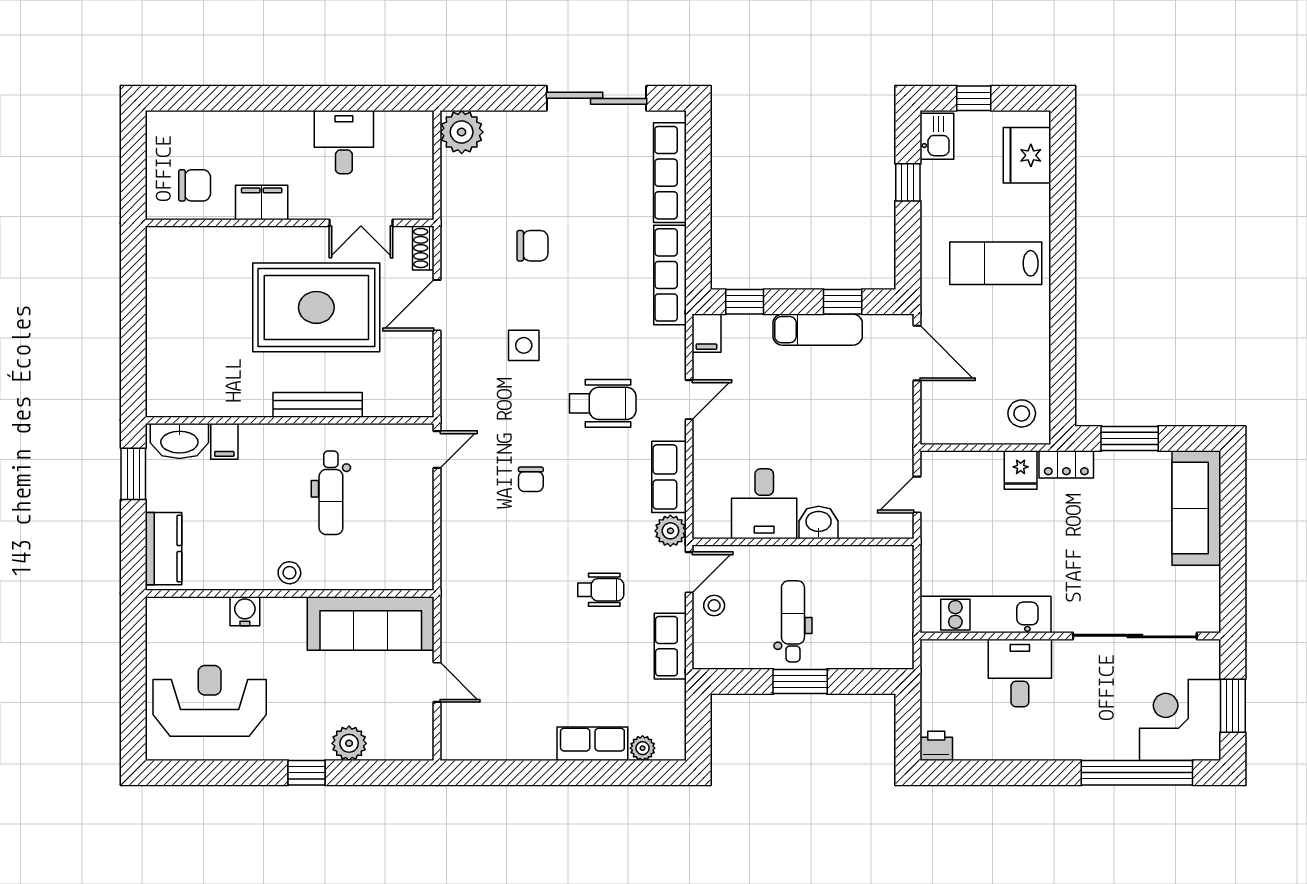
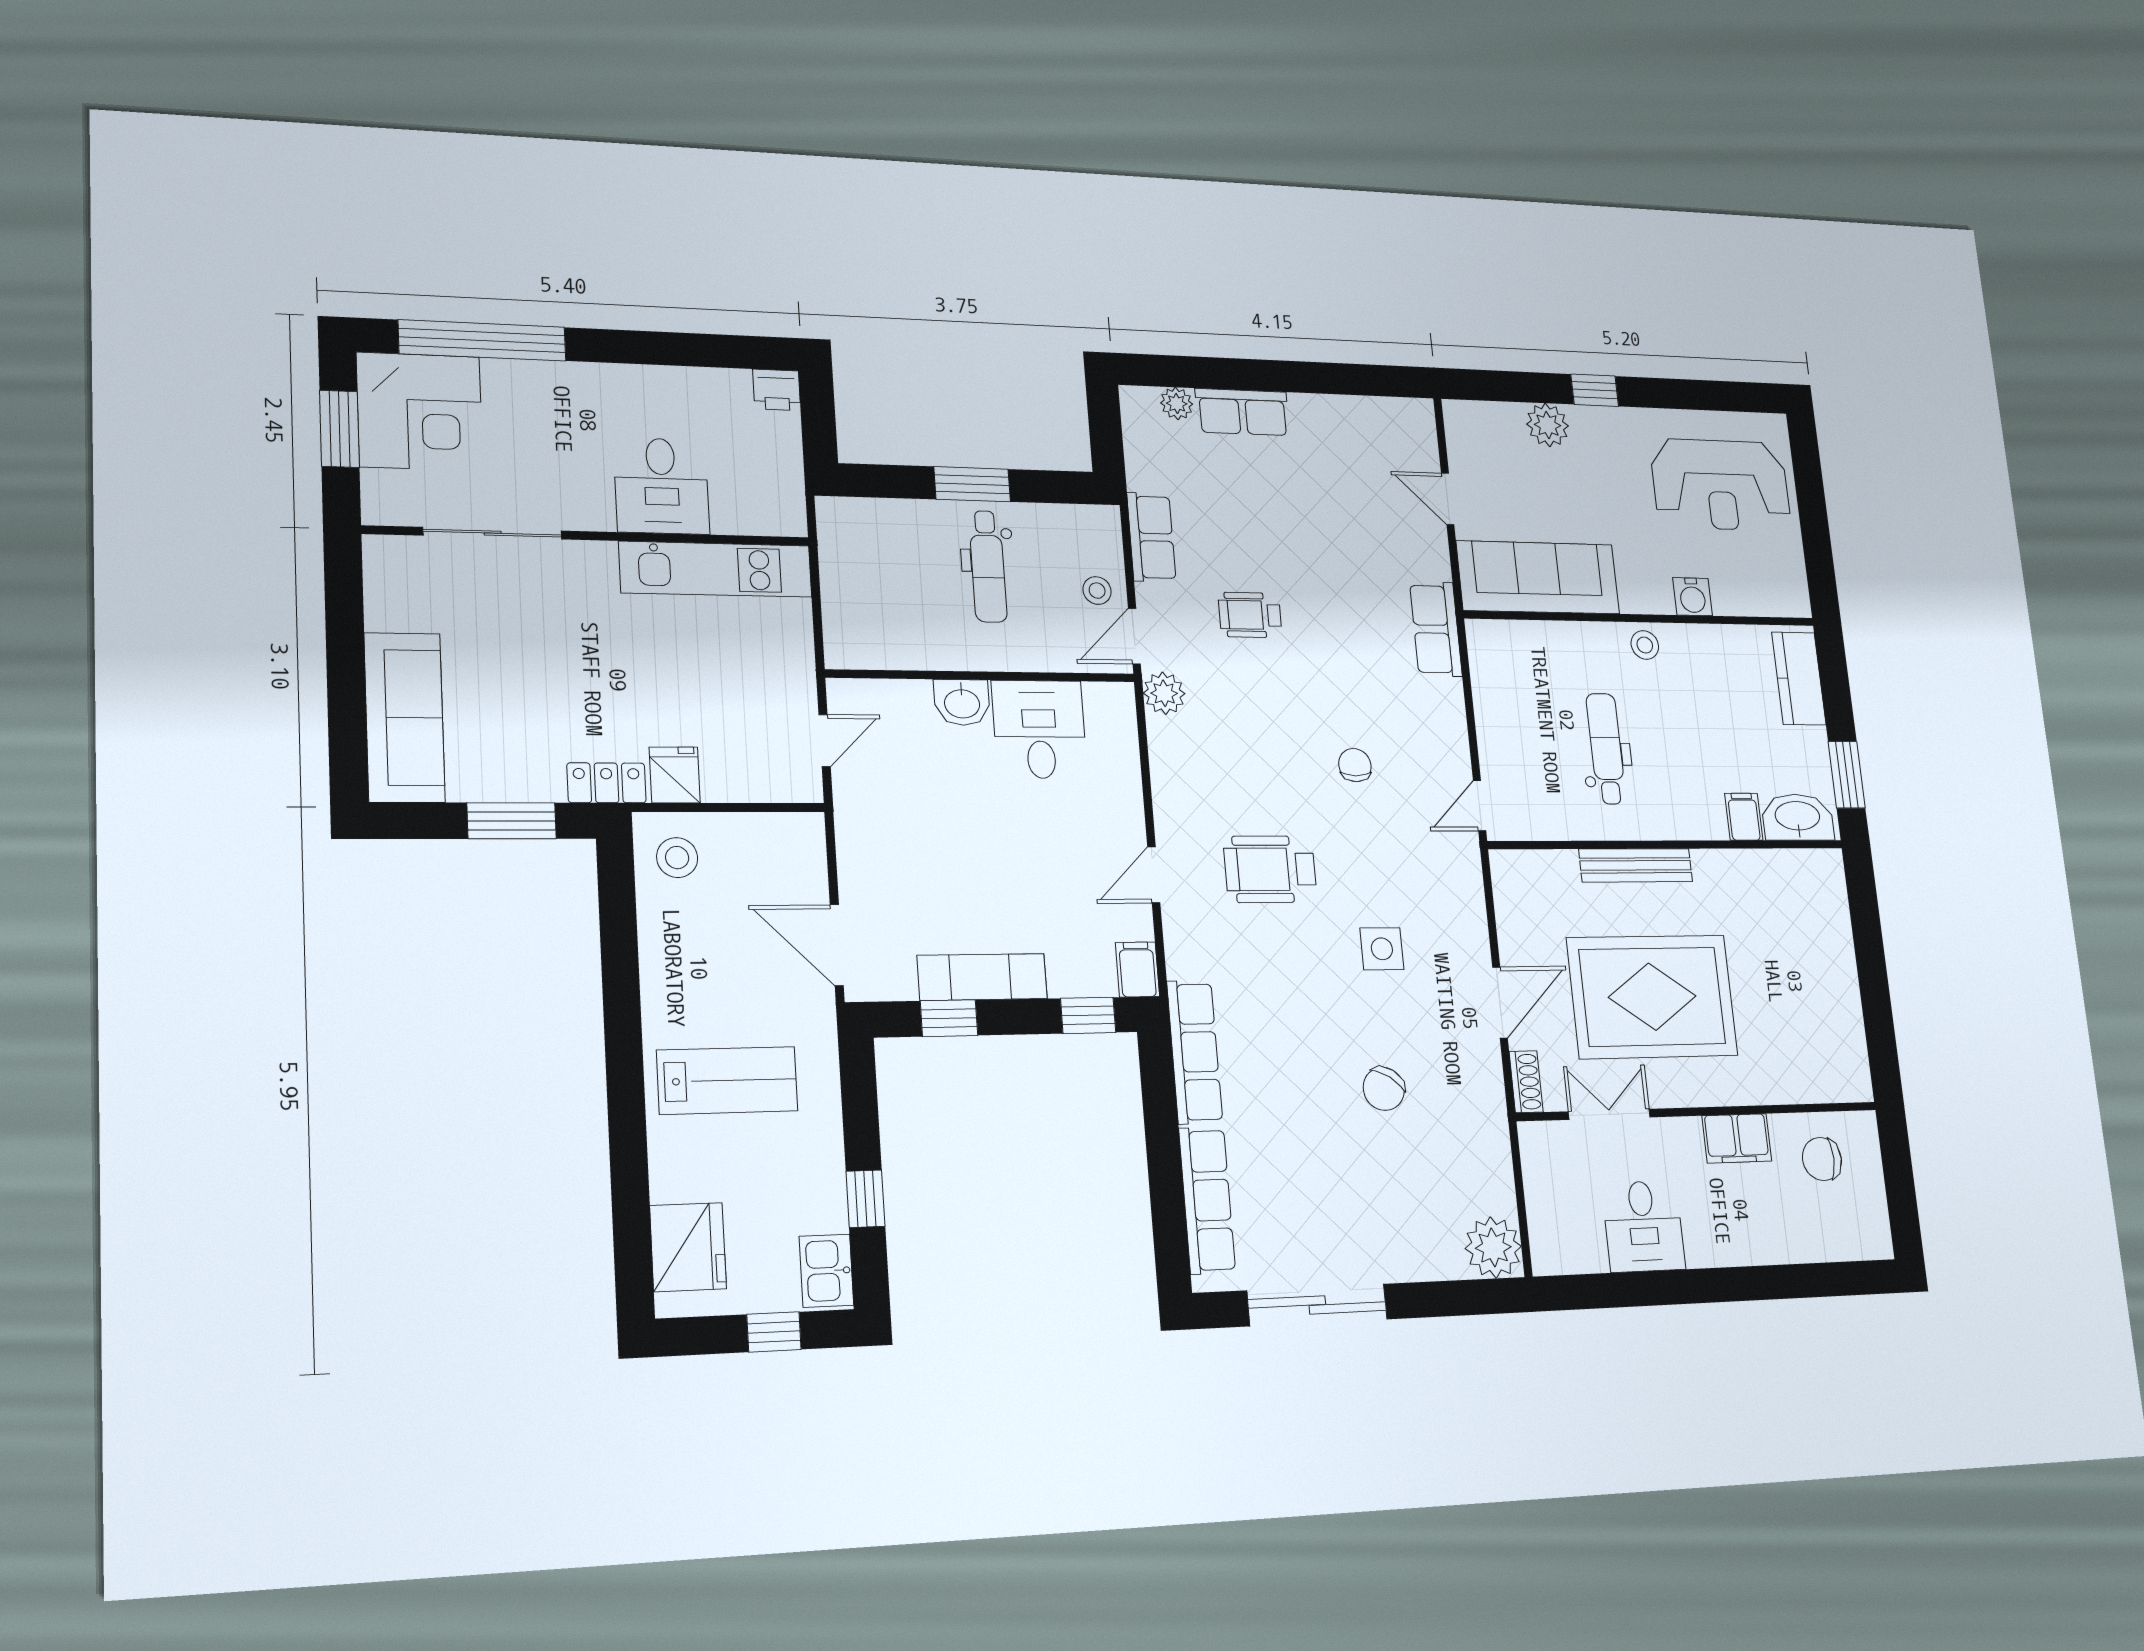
chair: (532, 246) -> (1384, 1089), turned -57
row of seats: (669, 477) -> (1436, 629), moved, turned 180
sliding door: (1135, 636) -> (493, 533), width x0.73

